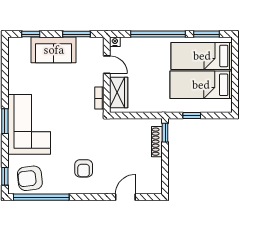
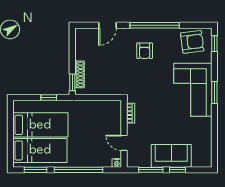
window: (31, 34) -> (177, 170), moved
wardrobe: (119, 93) -> (113, 118), removed
armchair: (84, 168) -> (145, 51), turned 180
window: (41, 197) -> (155, 25), moved

